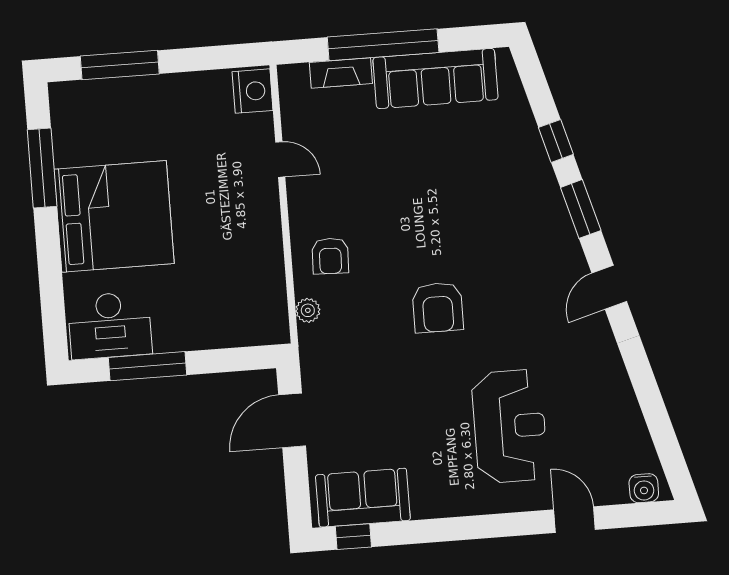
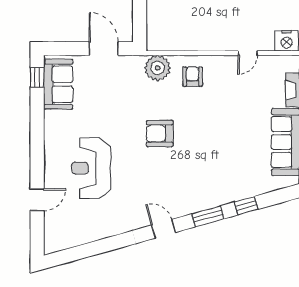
armchair: (330, 256) -> (193, 77), turned 88
plant: (308, 310) -> (158, 68), width x1.87, depth x1.87
reception desk: (510, 426) -> (91, 168), turned 90
water cooler: (644, 488) -> (51, 239), removed

